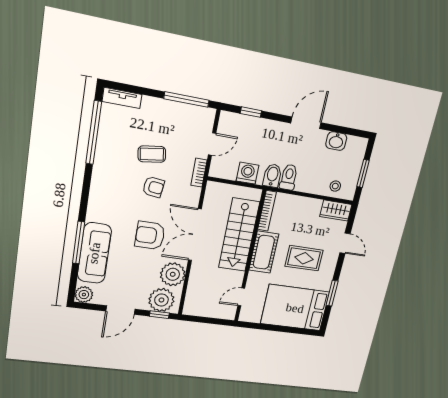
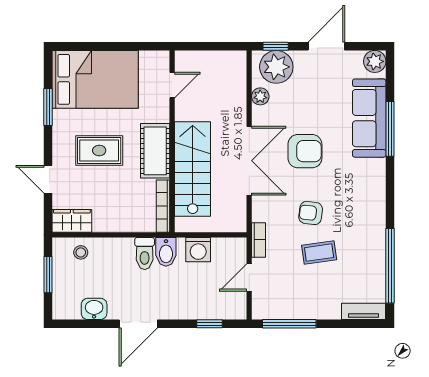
plant: (173, 274) -> (260, 96), width x0.53, depth x0.53

